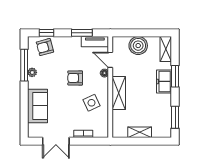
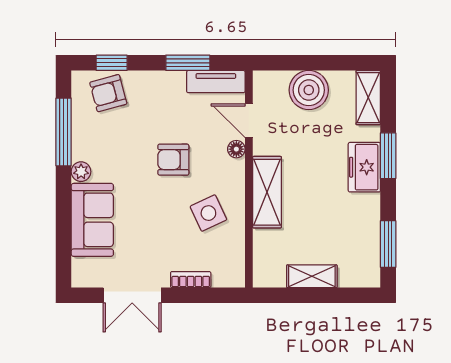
plant: (32, 72) -> (81, 172), moved

